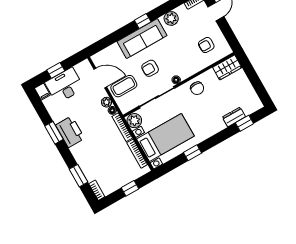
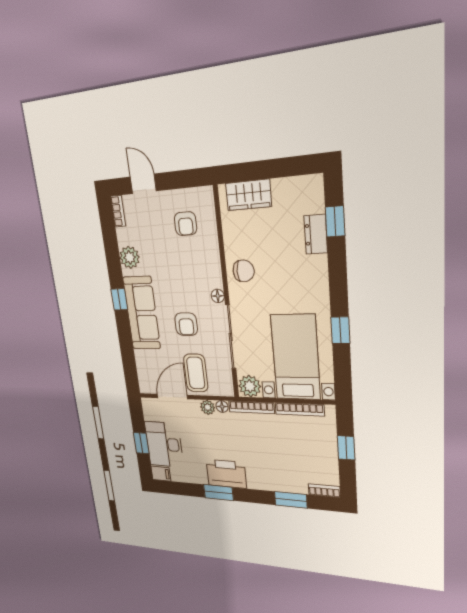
wardrobe: (227, 67) -> (248, 195), moved, turned 90

